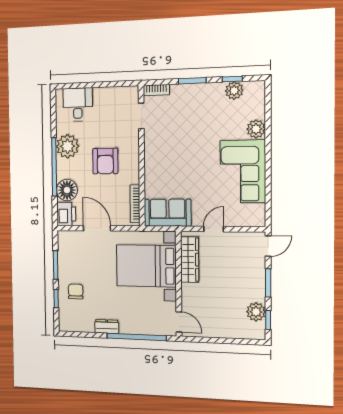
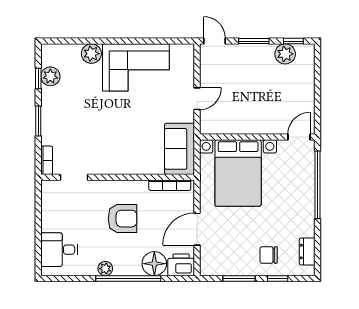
plant: (68, 146) -> (105, 269), width x0.53, depth x0.53
door: (214, 229) -> (197, 99), swing flipped
wardrobe: (190, 260) -> (230, 125), removed
dresser: (107, 326) -> (307, 252), moved

